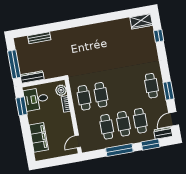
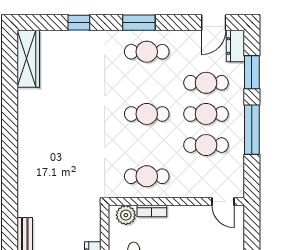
wardrobe: (141, 21) -> (28, 59), width x1.50
window: (159, 36) -> (79, 23), moved
window: (168, 91) -> (139, 23), moved
cafe table: (101, 95) -> (147, 114), moved
door: (174, 119) -> (214, 23), hinge flipped

